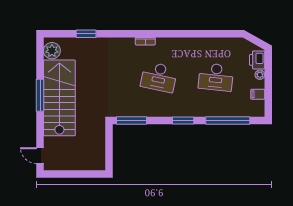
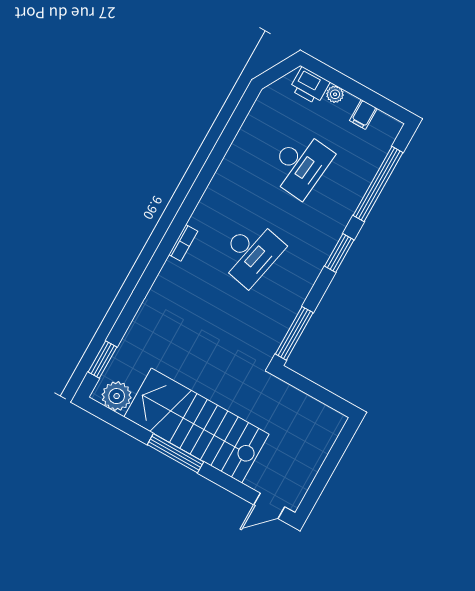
window: (86, 34) -> (103, 360), moved

